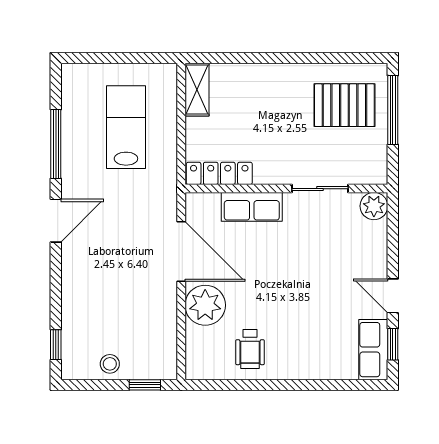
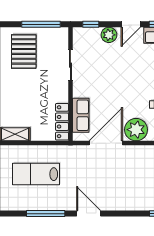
window: (393, 110) -> (41, 24), moved
plant: (374, 206) -> (109, 35), moved
row of seats: (252, 207) -> (81, 115), moved
window: (393, 225) -> (91, 24), added

